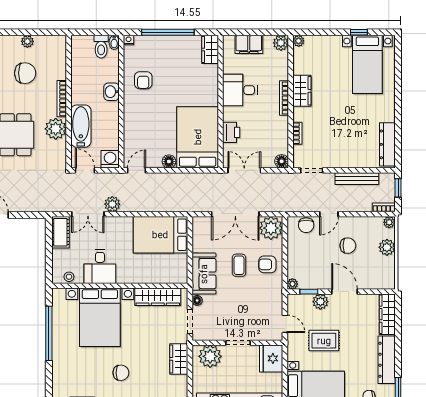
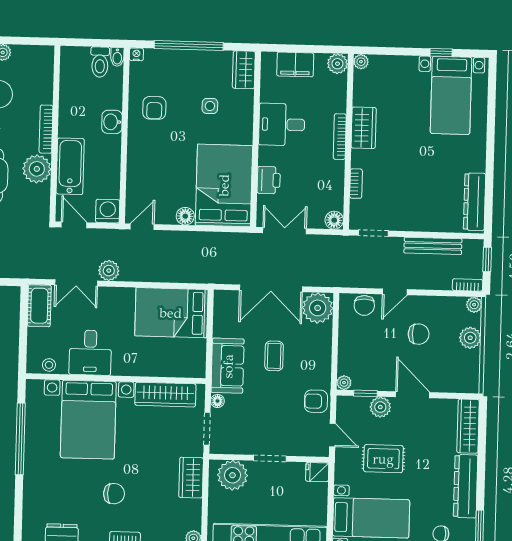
side table: (185, 78) -> (210, 106), added
armchair: (267, 264) -> (316, 401), moved
fridge: (271, 358) -> (317, 472), width x0.53, depth x0.75

